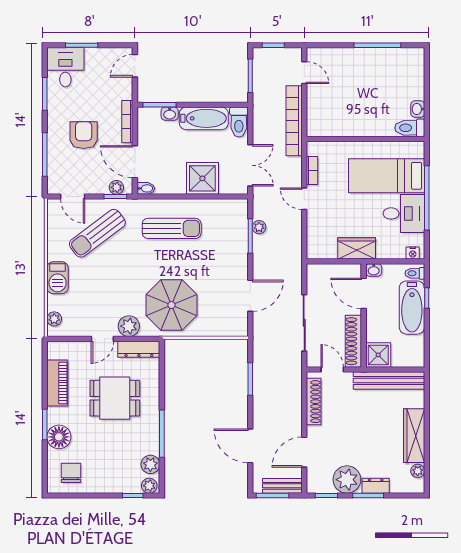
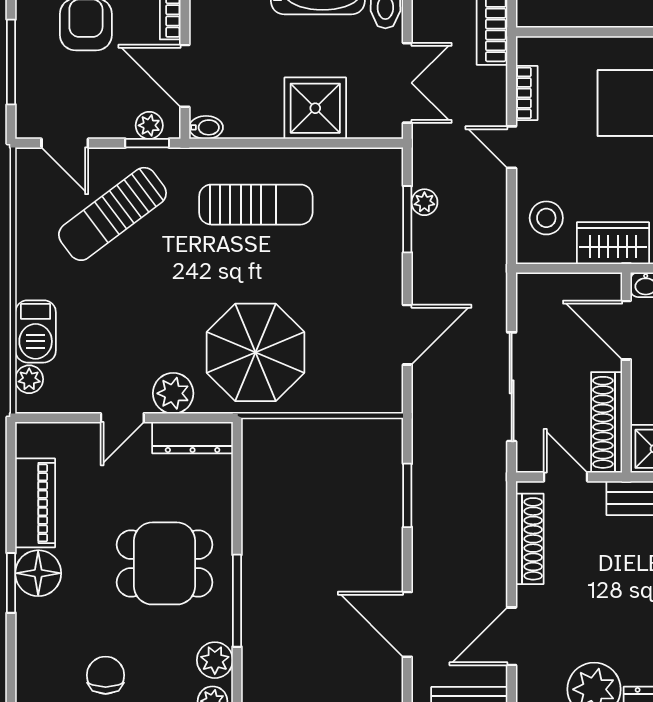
stool: (322, 235) -> (546, 218), added
barbecue: (58, 278) -> (36, 331), moved
dining table: (115, 398) -> (165, 563), moved
floor lamp: (59, 437) -> (38, 573), moved
chair: (71, 473) -> (106, 675), moved

